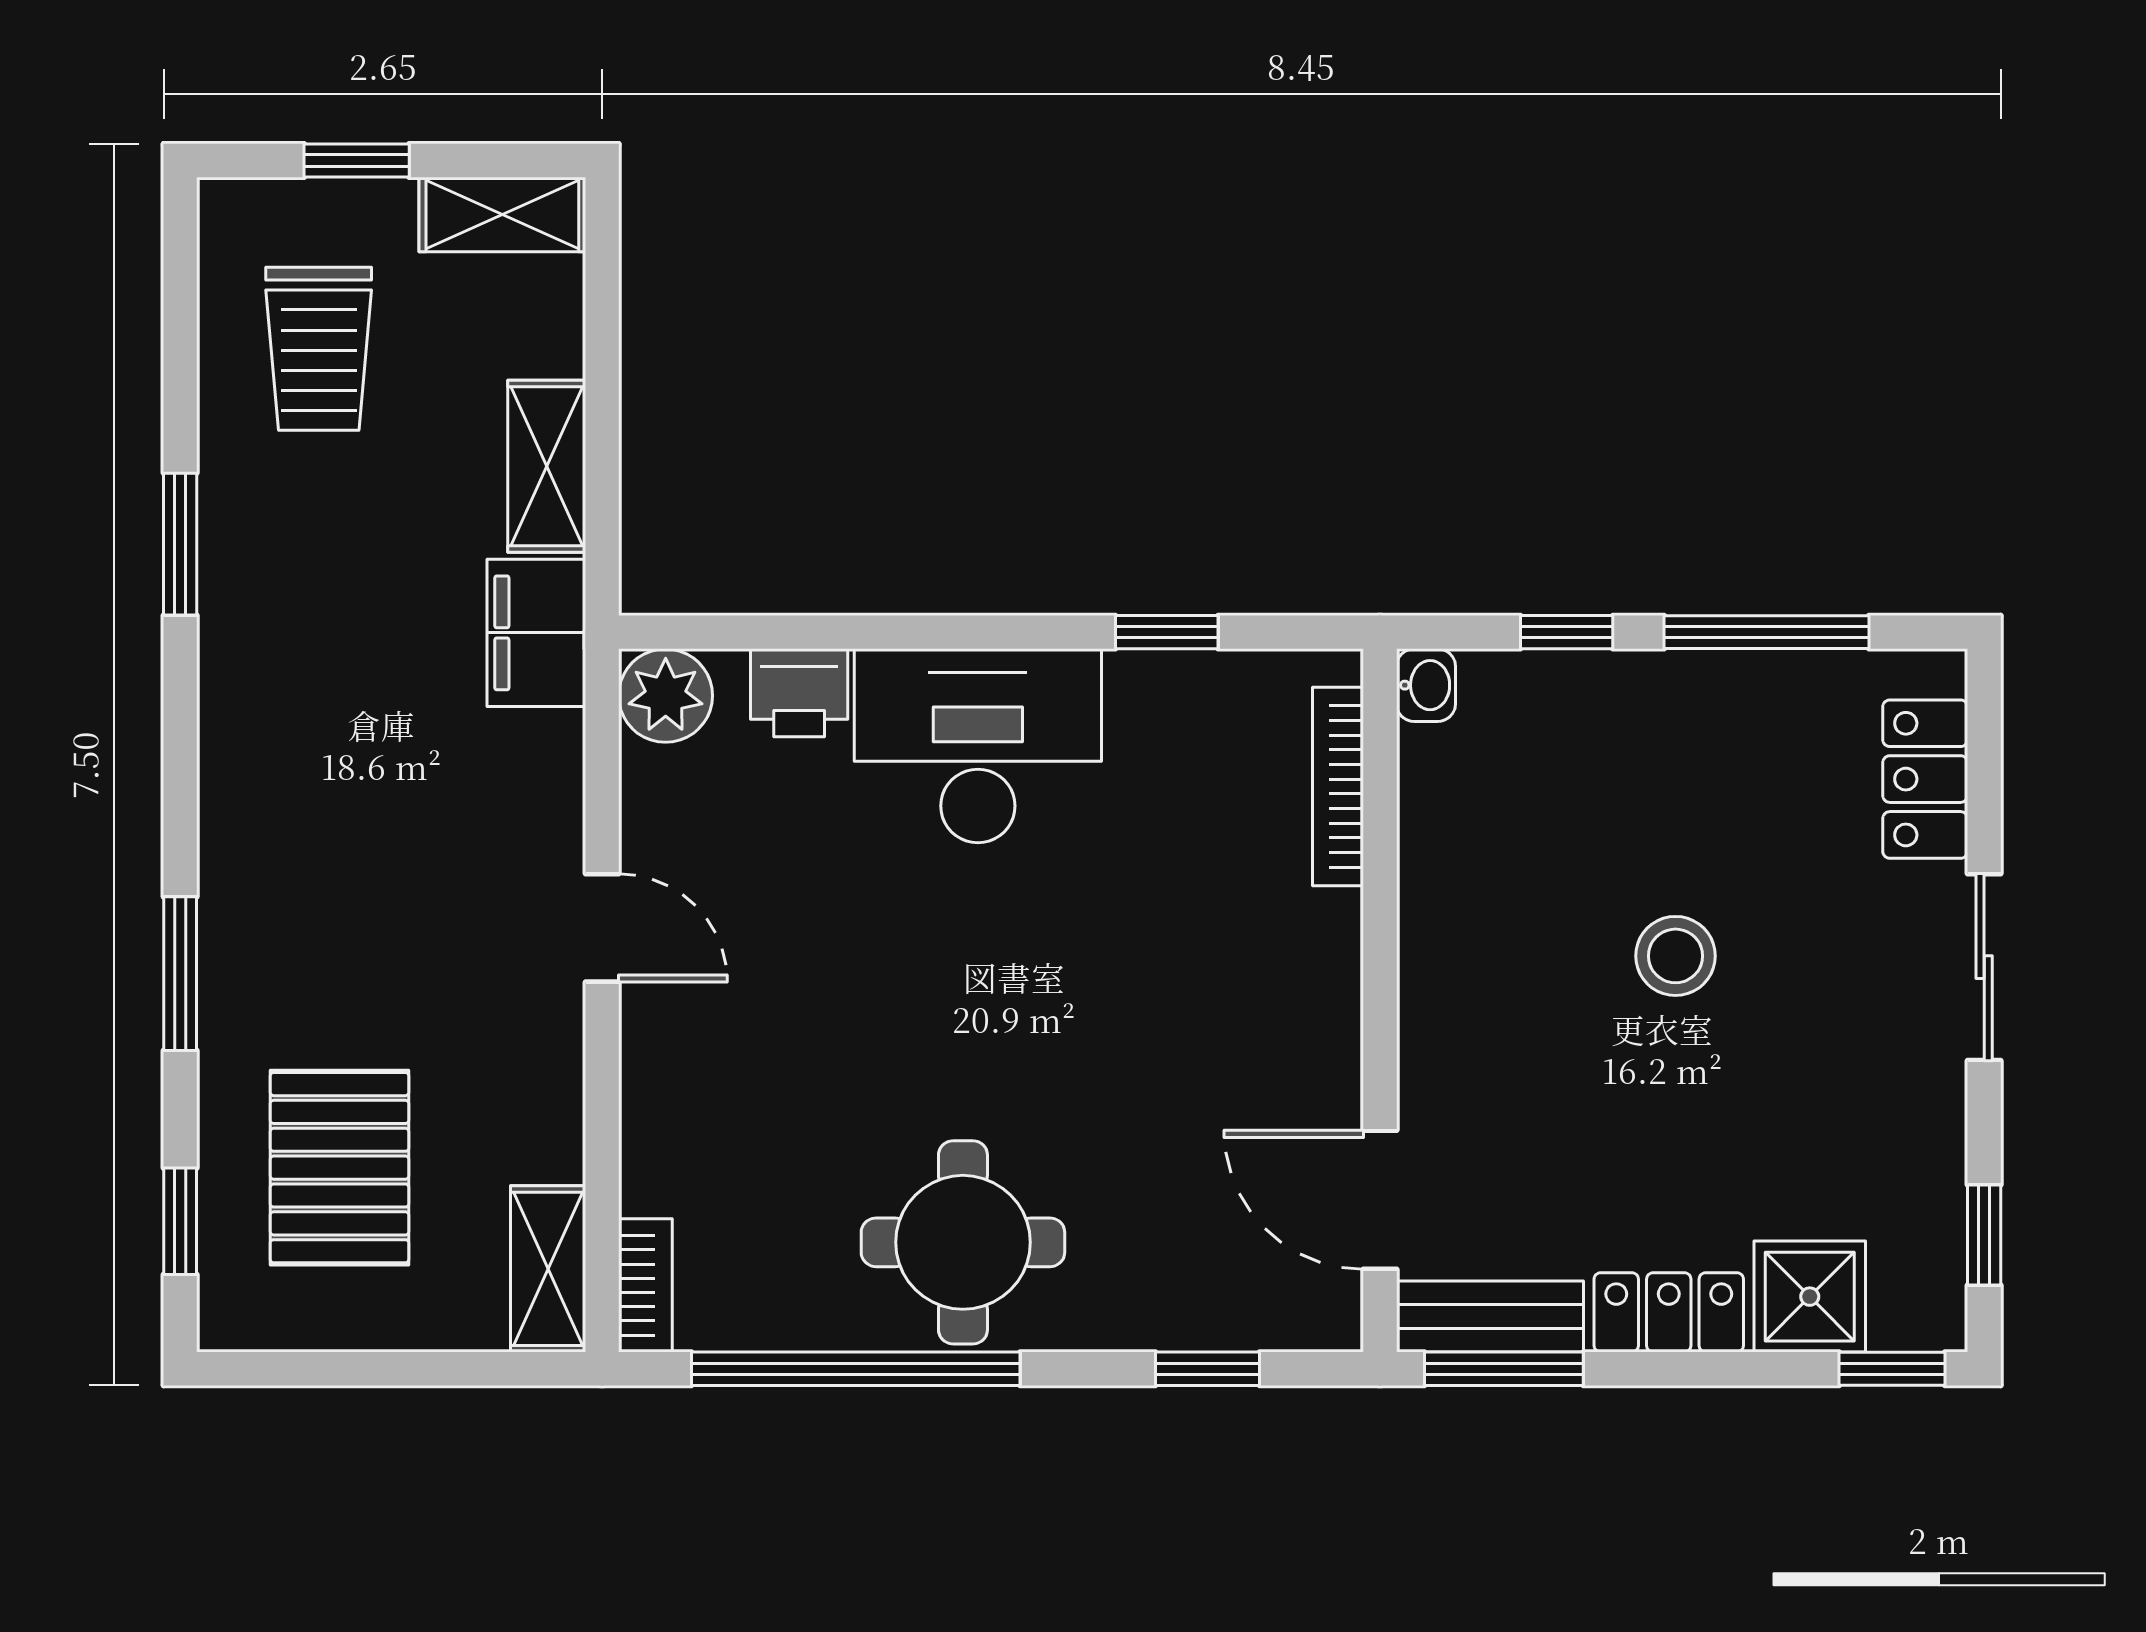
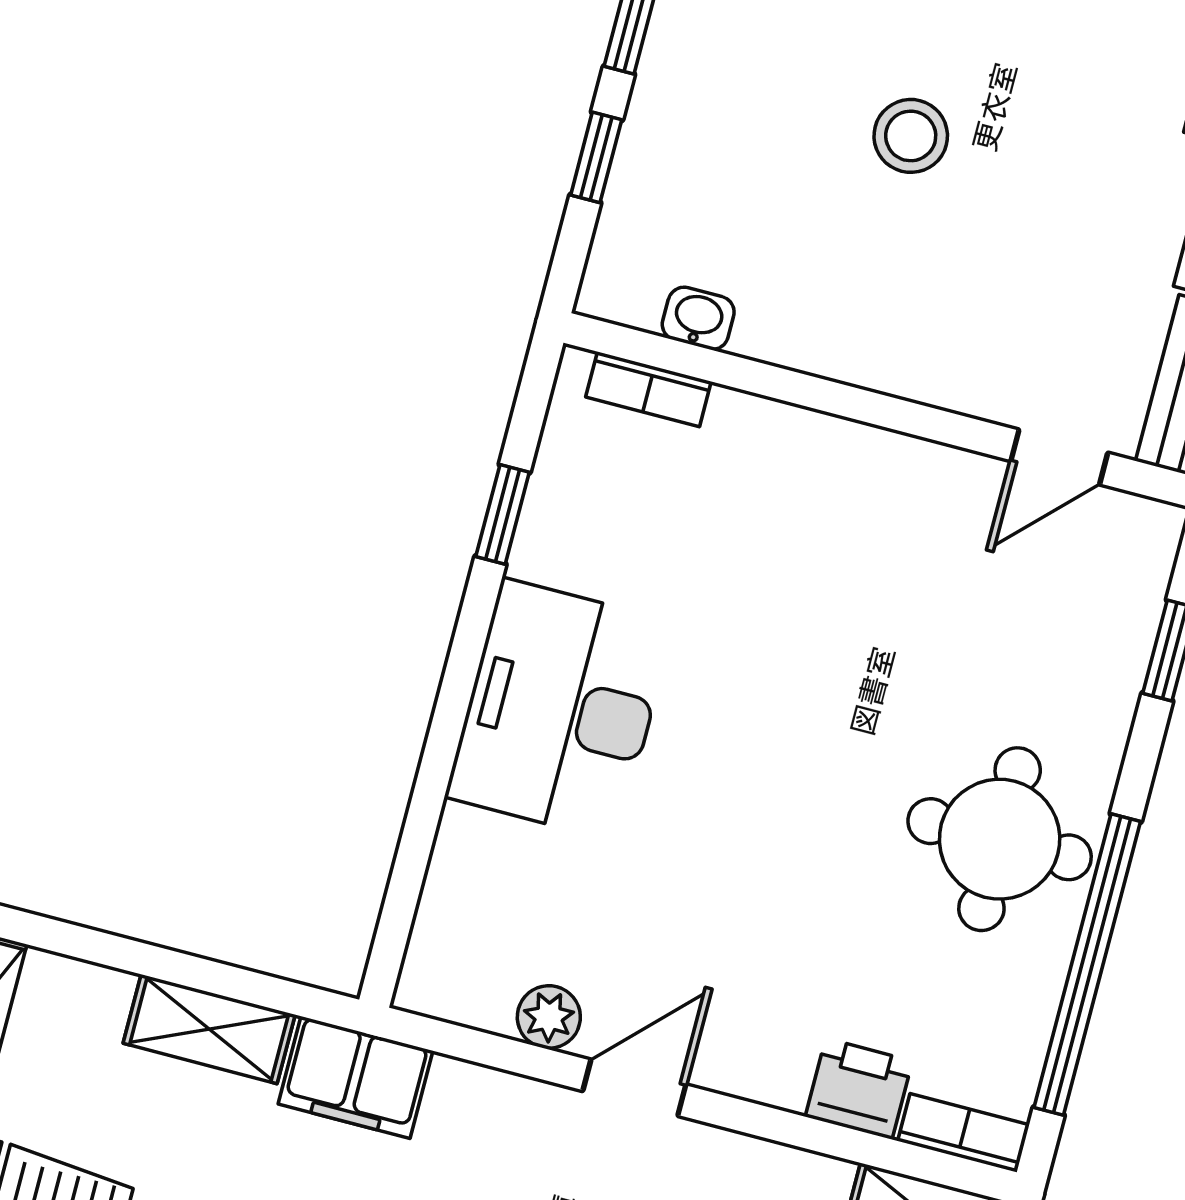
washbasin: (1426, 685) -> (698, 318), moved
printer: (799, 693) -> (859, 1089), moved, turned -90
plant: (666, 696) -> (549, 1017), moved, width x0.73, depth x0.73
bookcase: (1338, 787) -> (648, 389), width x0.64
door: (1380, 1200) -> (1059, 457), width x0.73

